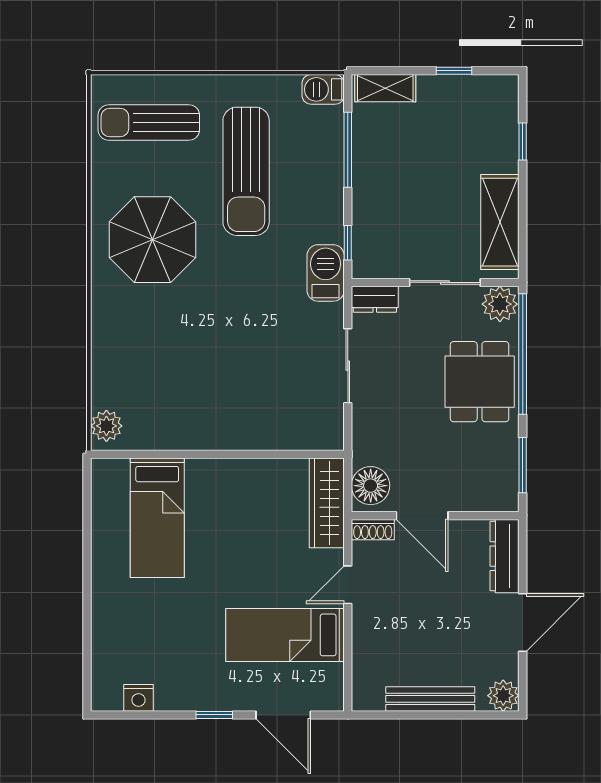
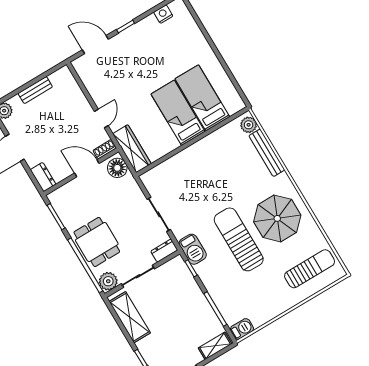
sun lounger: (246, 171) -> (239, 239), moved
bench: (104, 360) -> (267, 153), added
dresser: (505, 556) -> (43, 177), width x0.70
bed: (285, 635) -> (178, 113), moved, turned -90
bench: (430, 699) -> (35, 90), width x0.73

